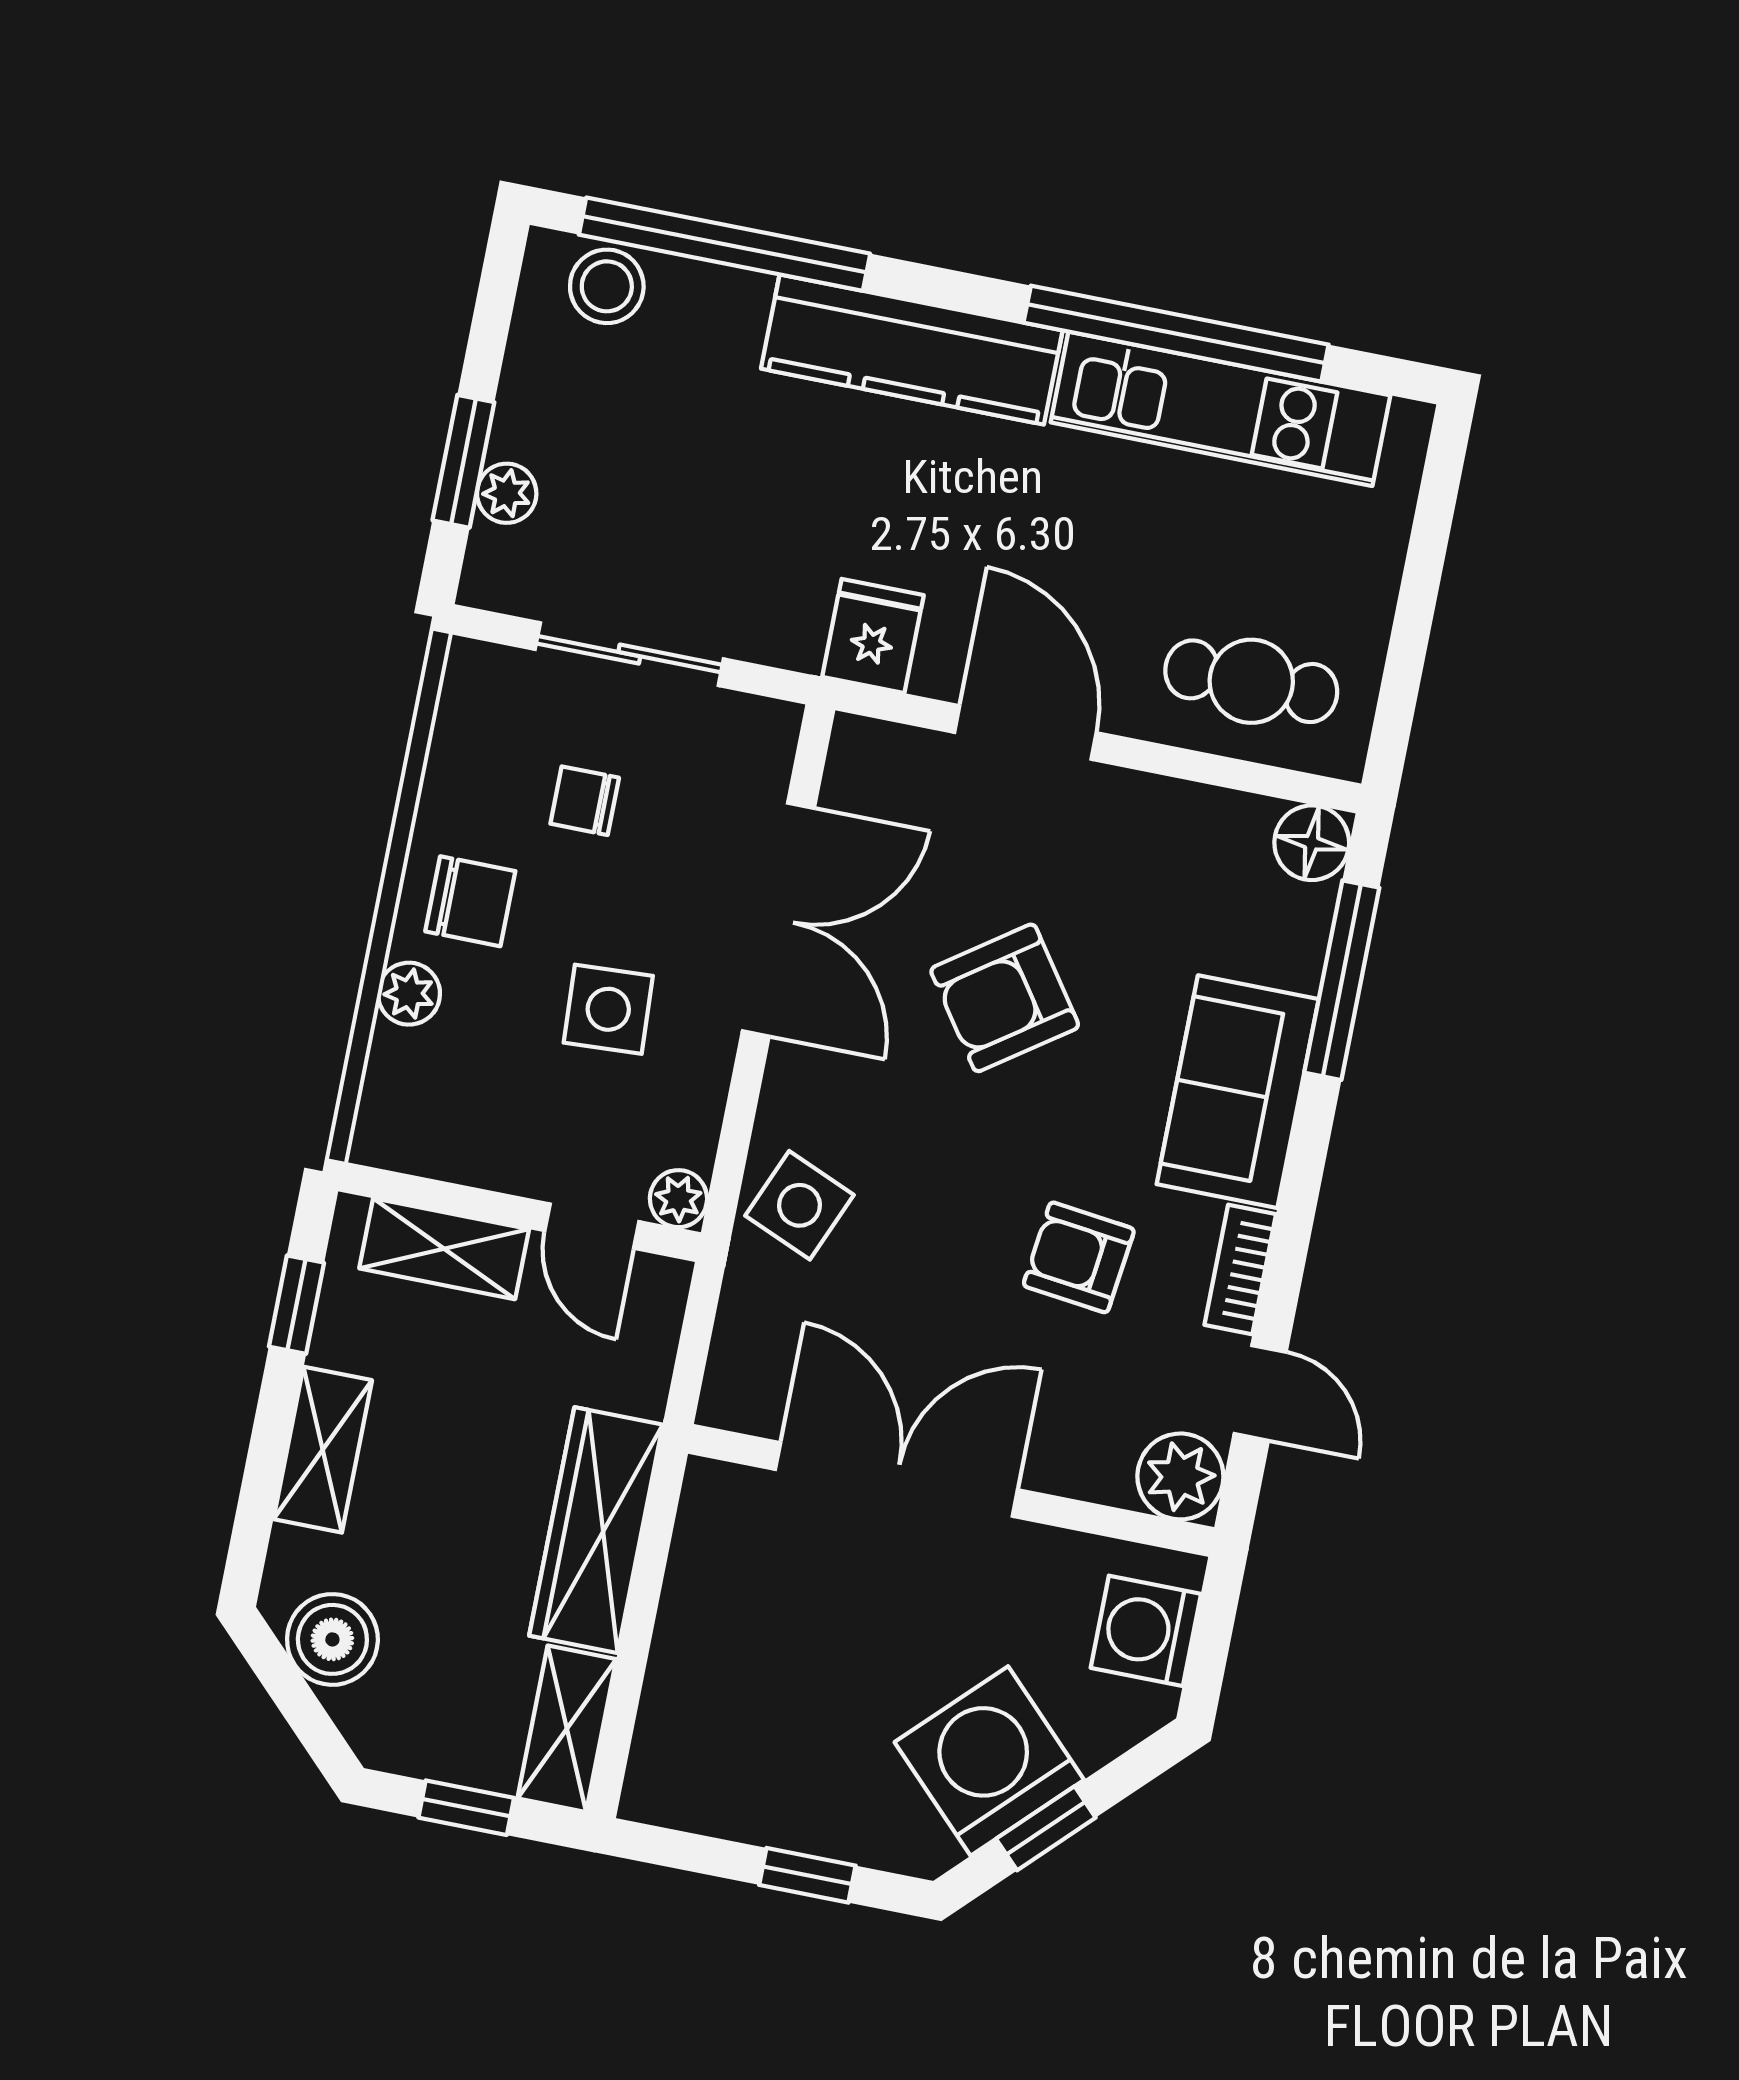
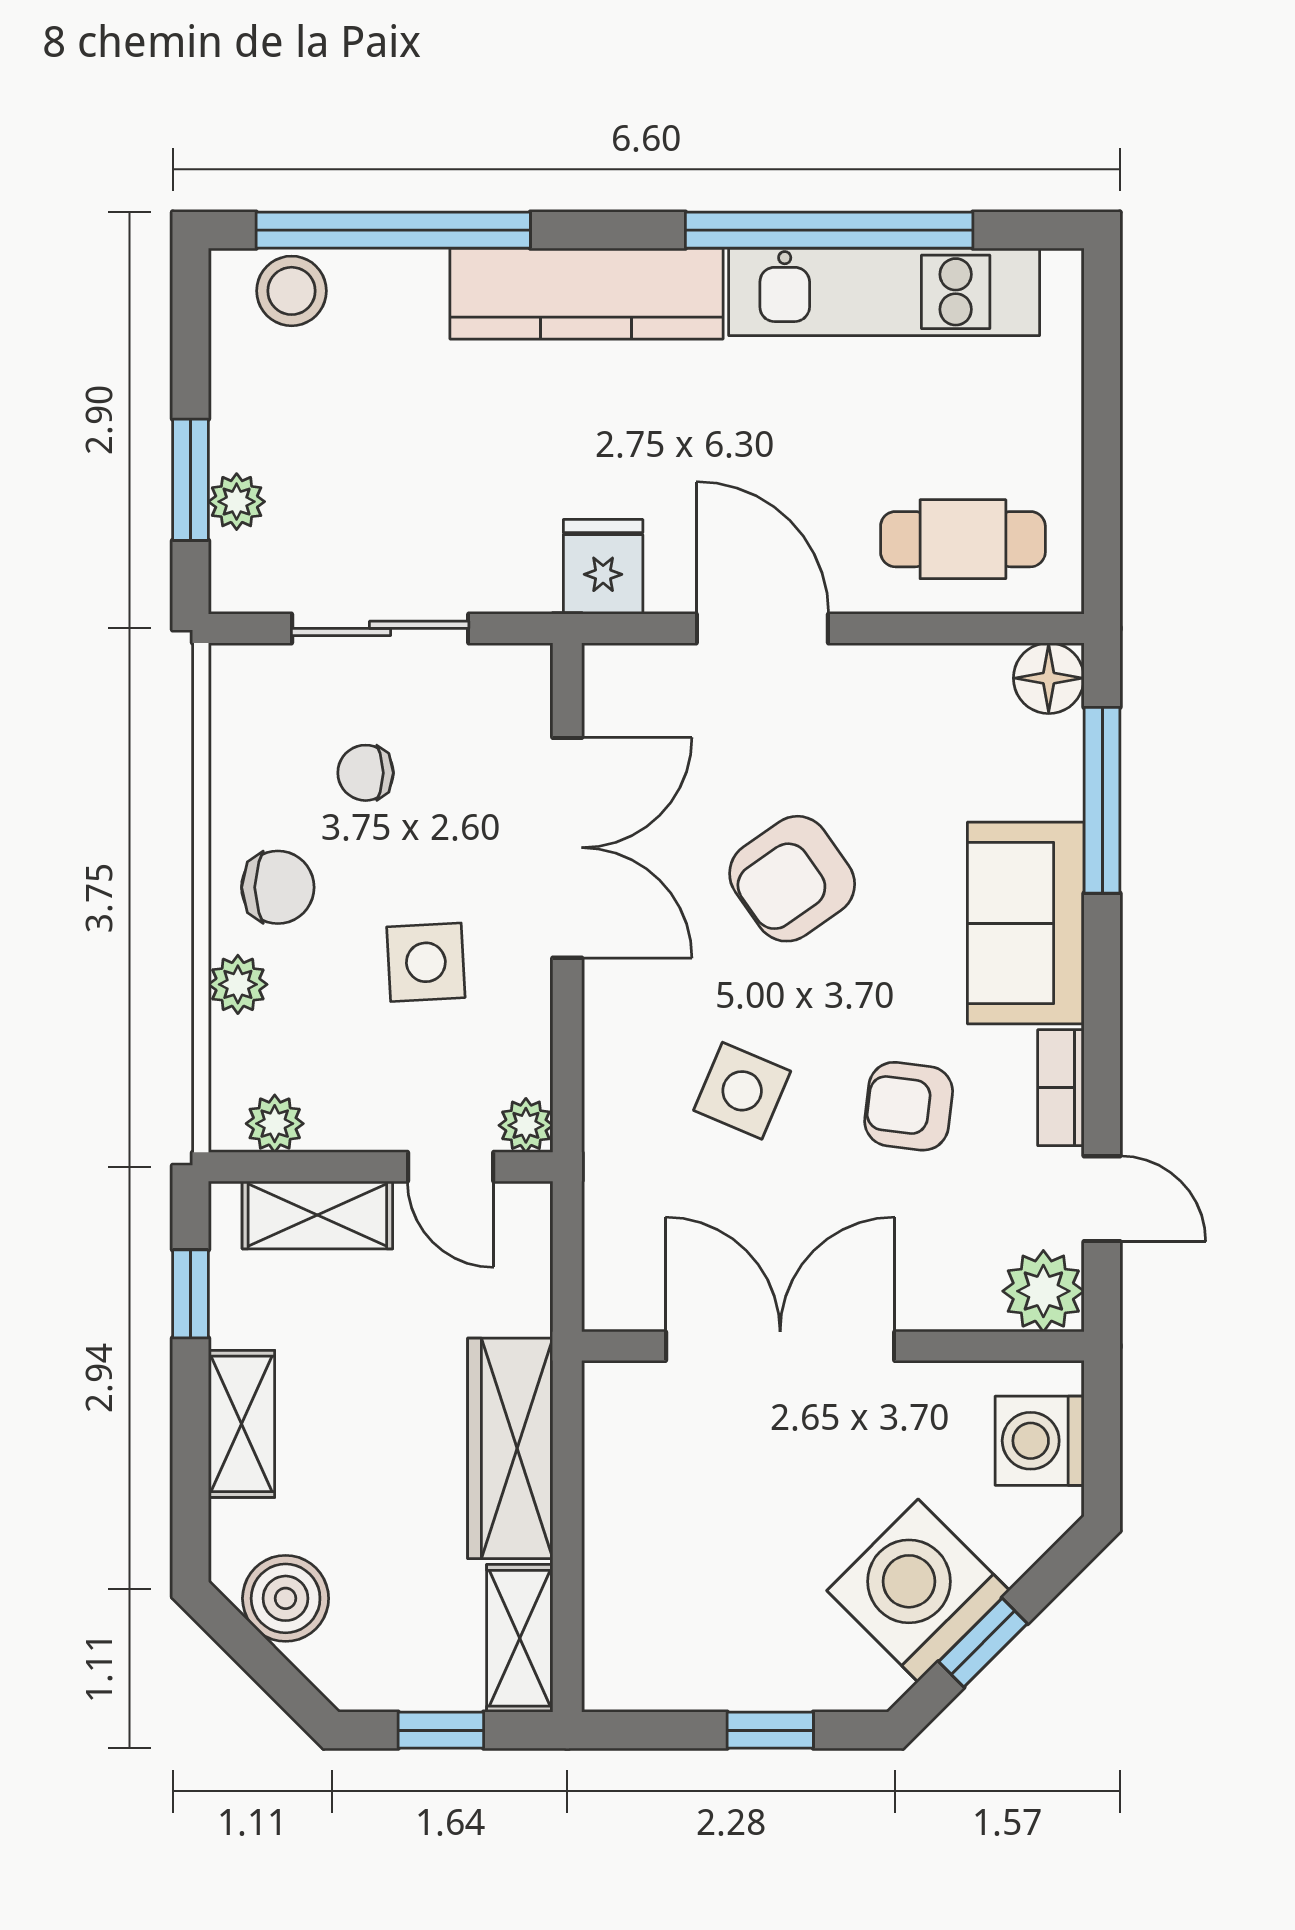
plant: (419, 1145) -> (275, 1124), added
side table: (800, 1205) -> (742, 1091), moved

